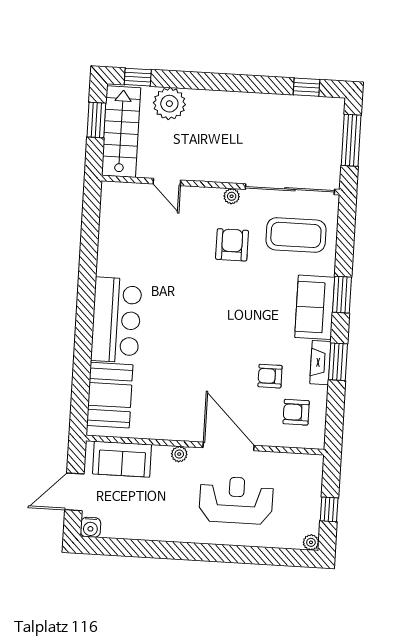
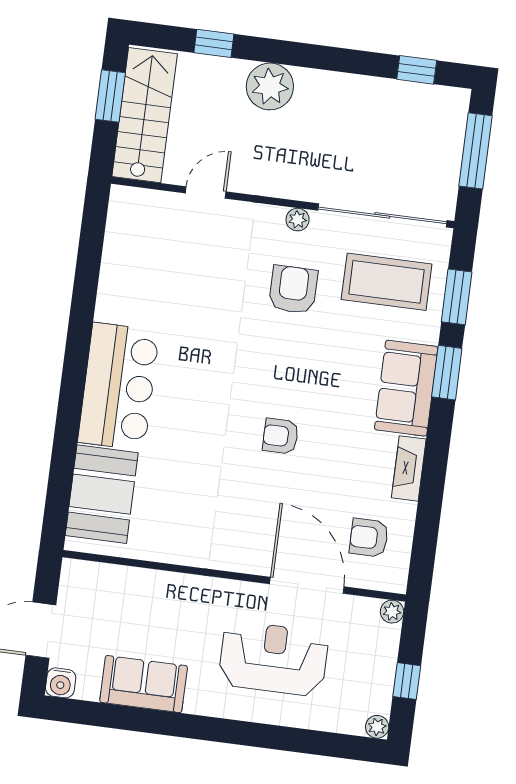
window: (138, 77) -> (214, 43), moved
plant: (169, 104) -> (270, 86), moved
door: (167, 182) -> (206, 192), swing flipped
window: (338, 362) -> (457, 297), moved
armchair: (270, 376) -> (281, 436), moved
door: (229, 446) -> (307, 585), moved
plant: (179, 454) -> (392, 612), moved
sofa: (122, 459) -> (144, 684), moved, turned 180

